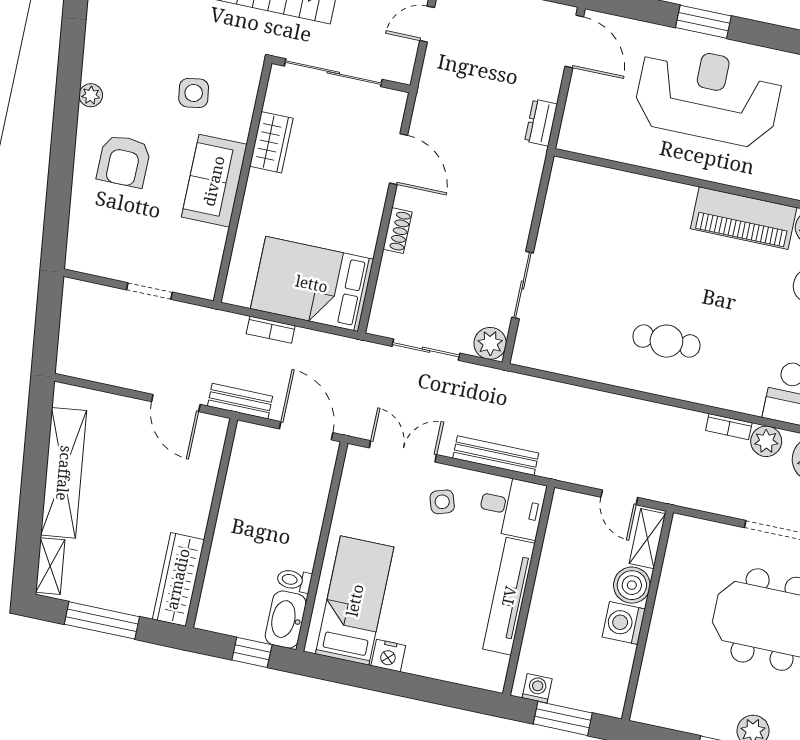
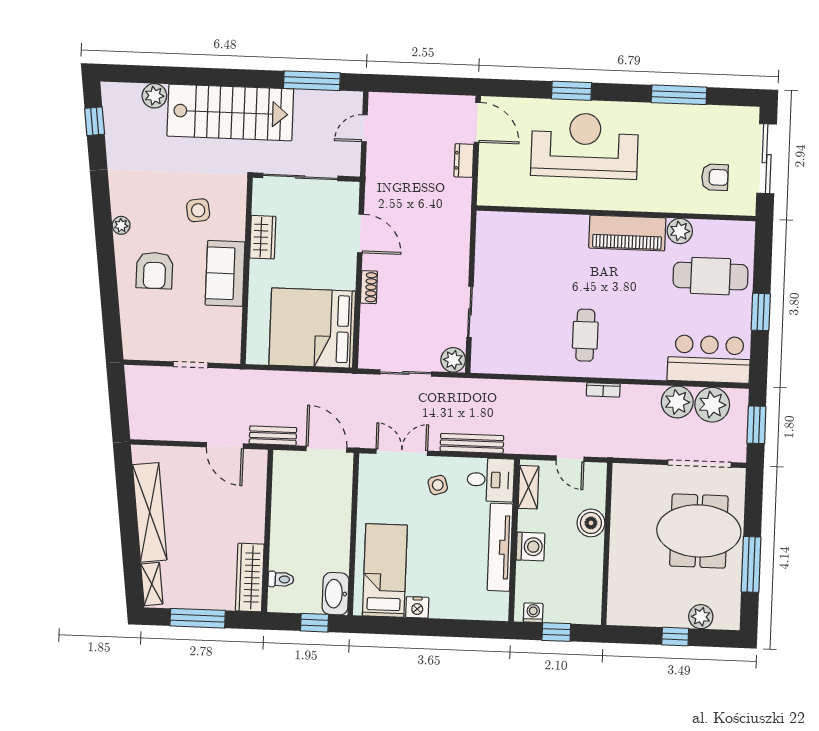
dresser: (541, 123) -> (464, 161), moved
bed: (312, 284) -> (312, 328), width x1.36
bookcase: (271, 330) -> (287, 378), removed
cafe table: (666, 341) -> (585, 335), turned 90
bookcase: (729, 427) -> (603, 390), moved
plant: (766, 441) -> (677, 402), width x1.36, depth x1.36
shelving: (647, 539) -> (528, 487), moved
toilet: (294, 580) -> (281, 579), moved, turned 180
washing machine: (624, 623) -> (530, 547), moved, turned 180
window: (563, 718) -> (556, 632), width x0.67

